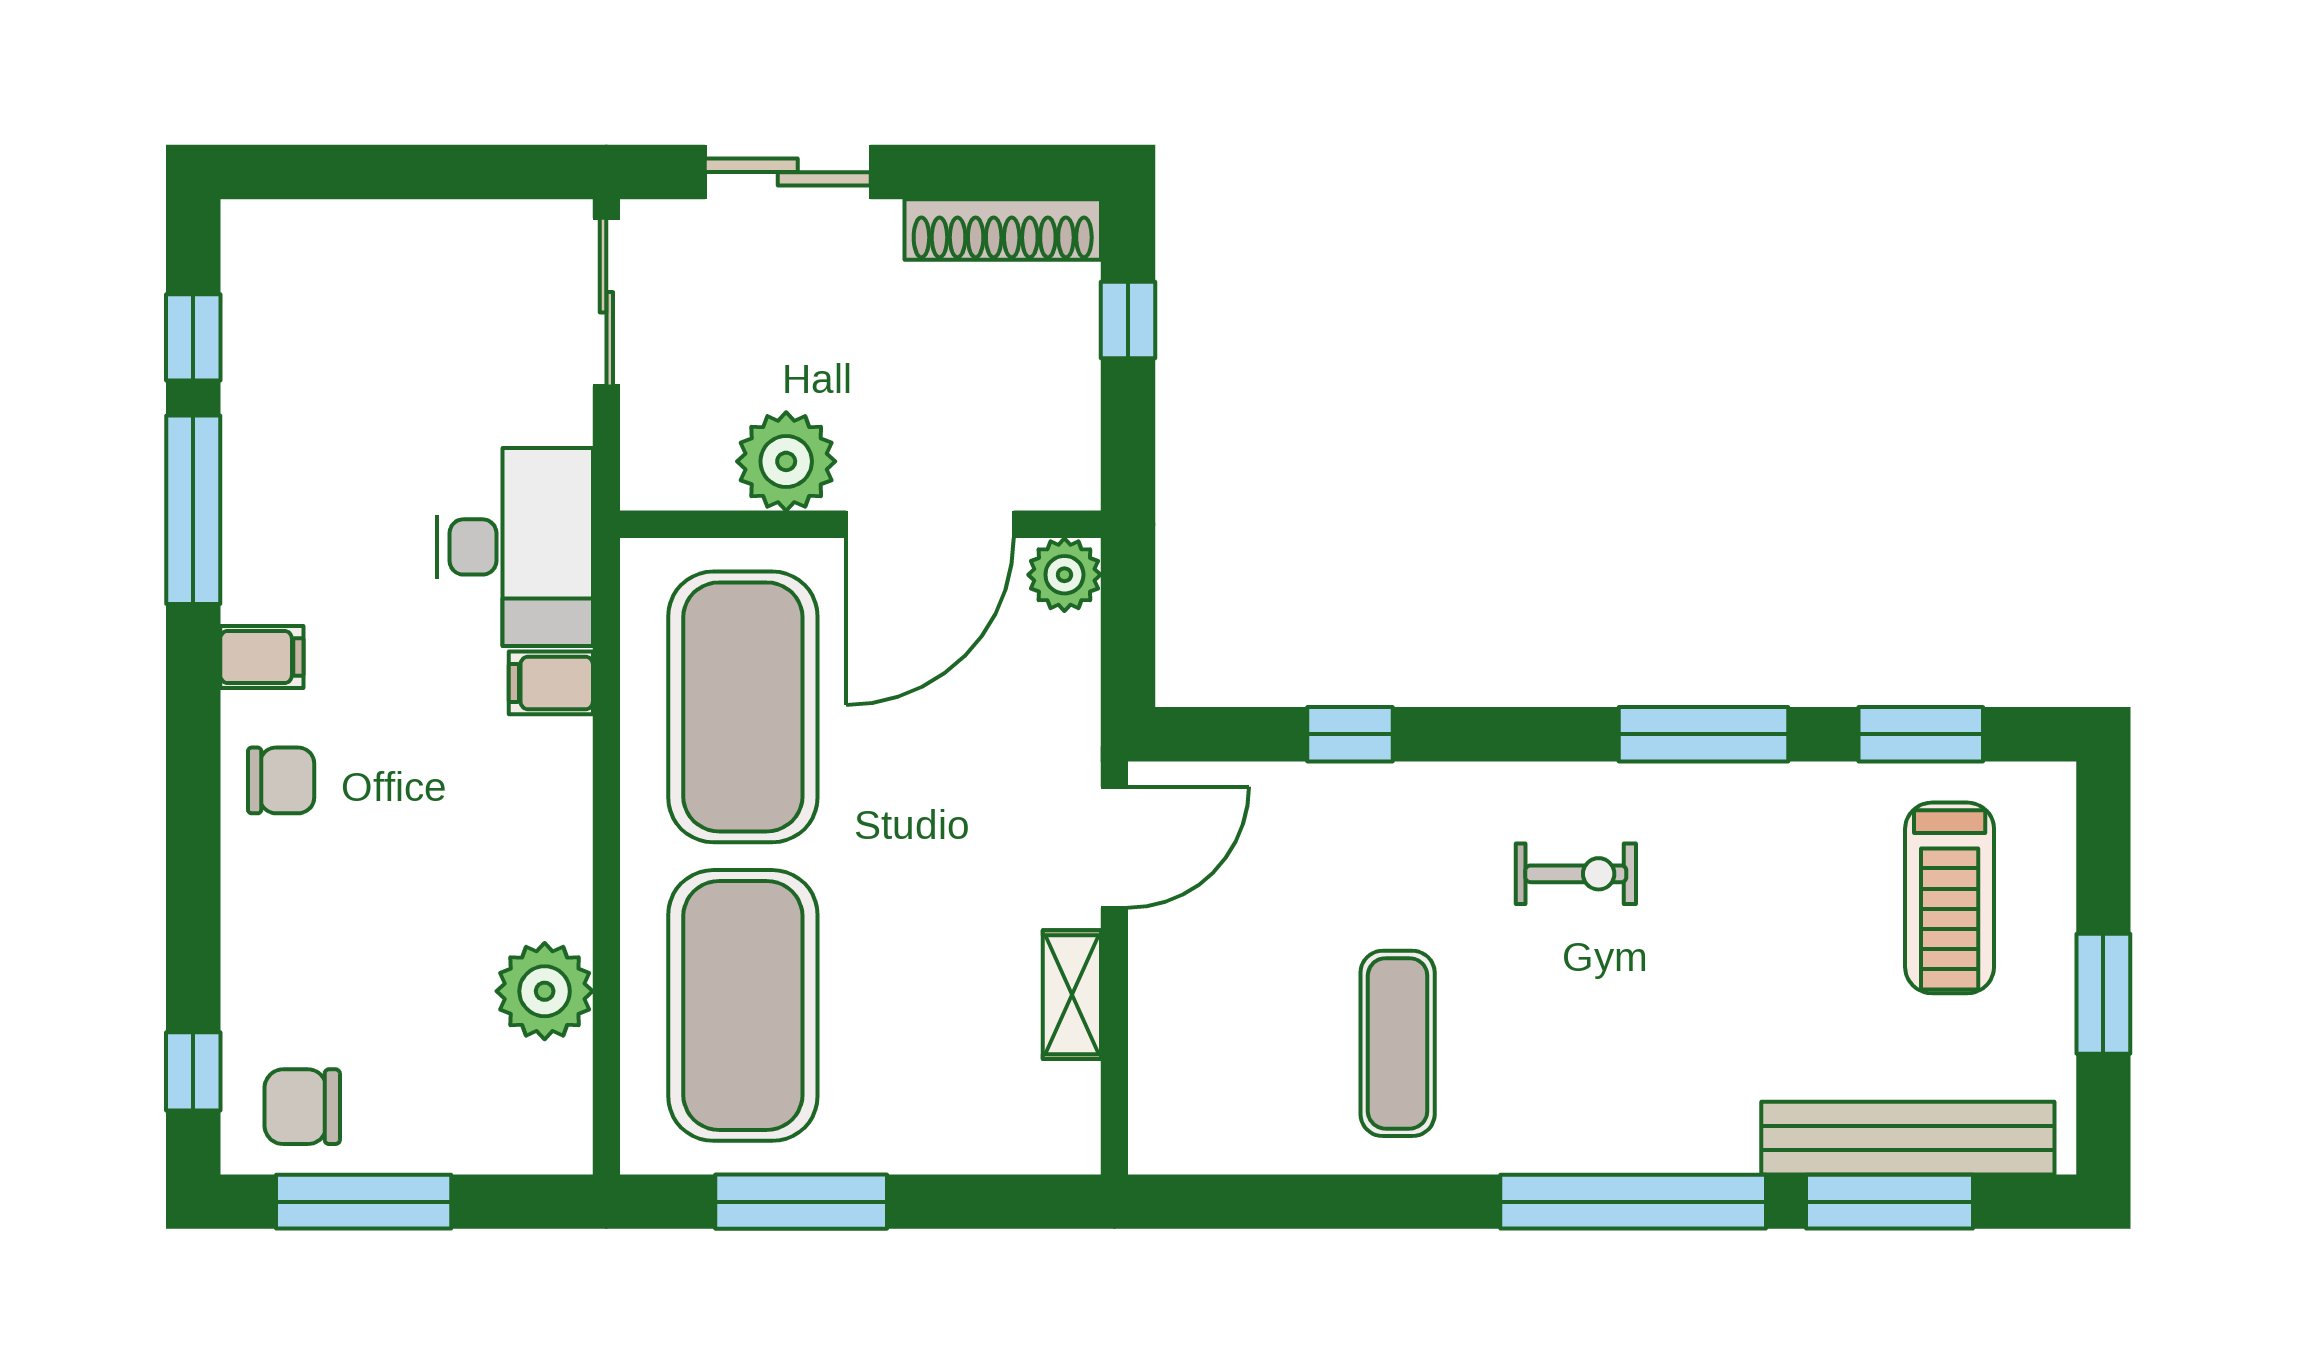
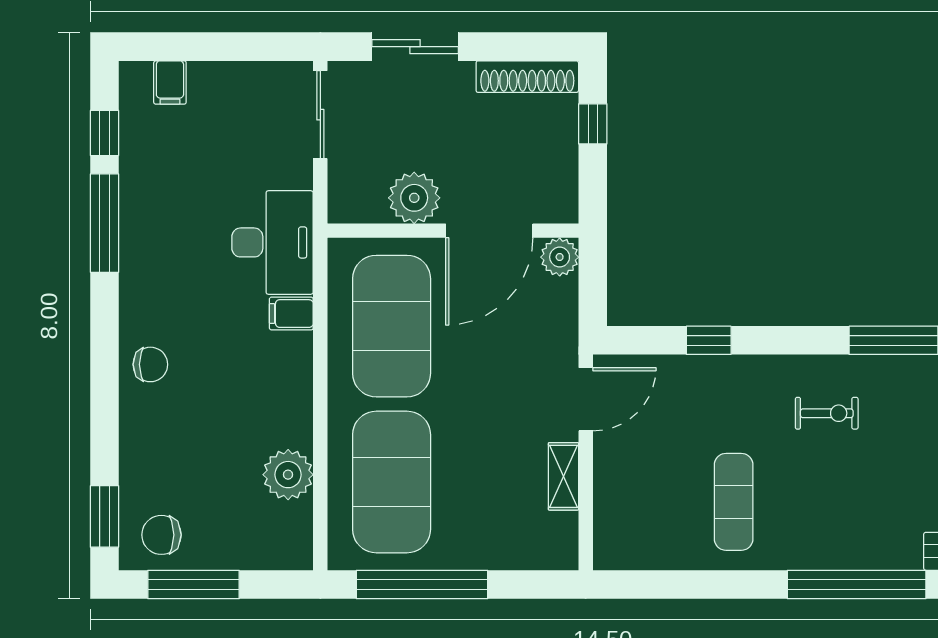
filing cabinet: (262, 657) -> (170, 83), moved, turned 90
window: (193, 1071) -> (104, 516), width x1.50
window: (801, 1202) -> (422, 584), width x1.46

